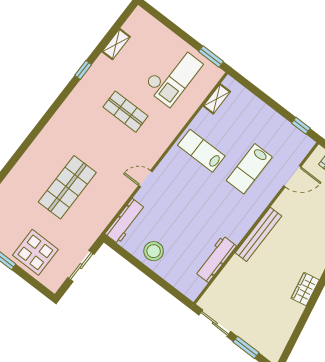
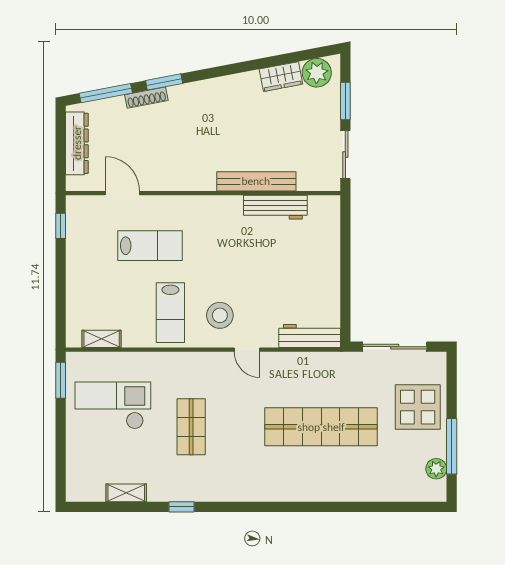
shop shelf: (67, 187) -> (321, 427), width x1.40
bench: (258, 234) -> (256, 181), moved
stool: (154, 251) -> (220, 315), moved
sliding door: (81, 266) -> (395, 347), width x1.37
wardrobe: (305, 289) -> (281, 77), moved
plant: (275, 343) -> (317, 73), added

